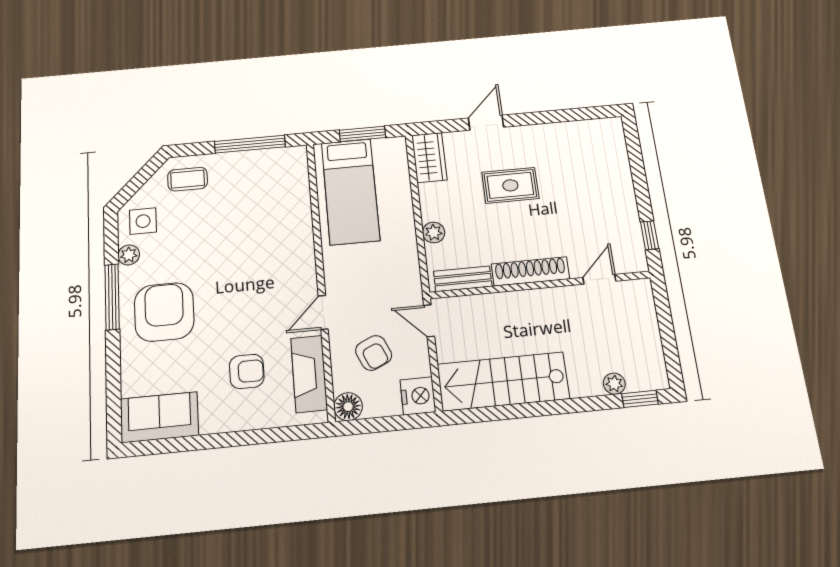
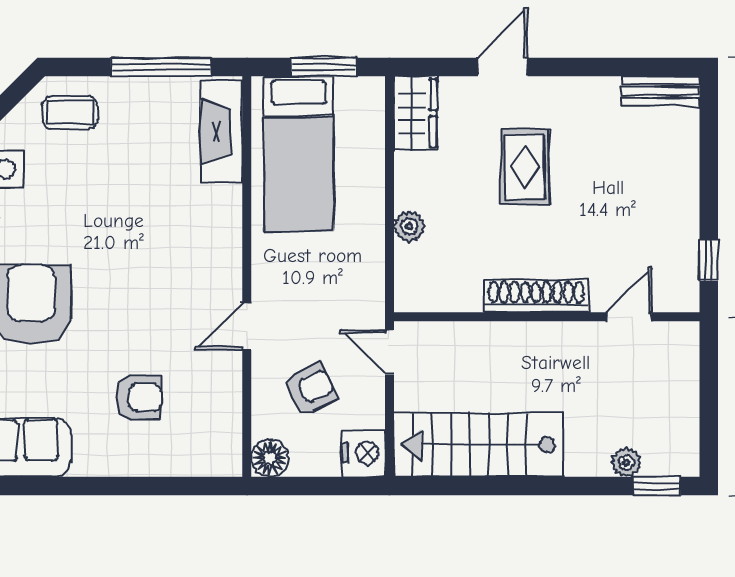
rug: (510, 185) -> (525, 167), turned 90
bench: (463, 279) -> (661, 91), moved
armchair: (374, 353) -> (310, 389), turned -92
fireplace: (309, 374) -> (222, 132), moved

